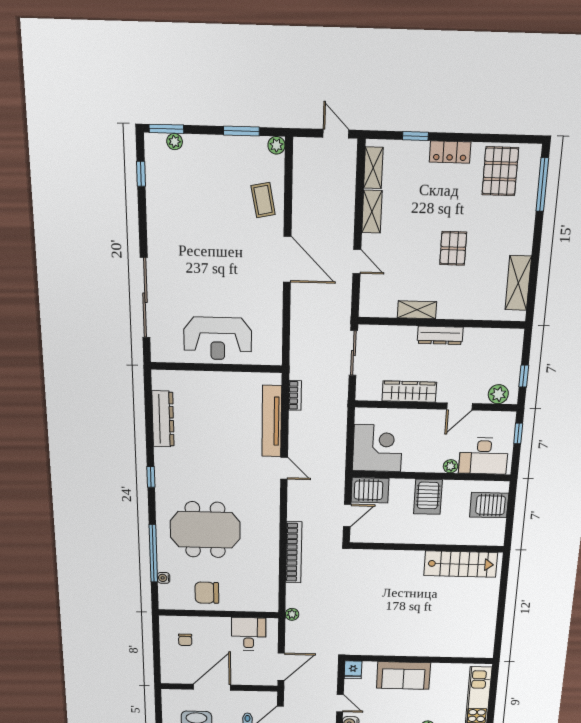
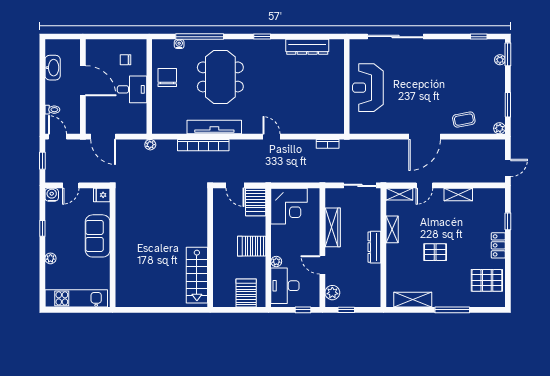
shelving: (373, 168) -> (399, 194), moved
window: (542, 185) -> (452, 310), moved
tv unit: (272, 421) -> (214, 127), moved
door: (284, 468) -> (271, 137), swing flipped
desk: (249, 634) -> (132, 89), moved

